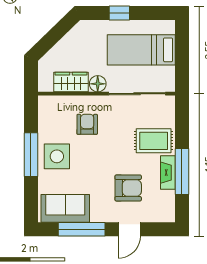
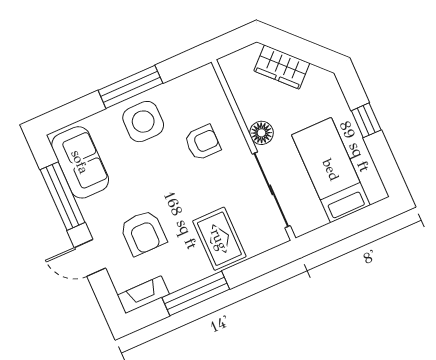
wardrobe: (71, 82) -> (282, 67), moved, turned 136
fireplace: (168, 173) -> (143, 295), moved

